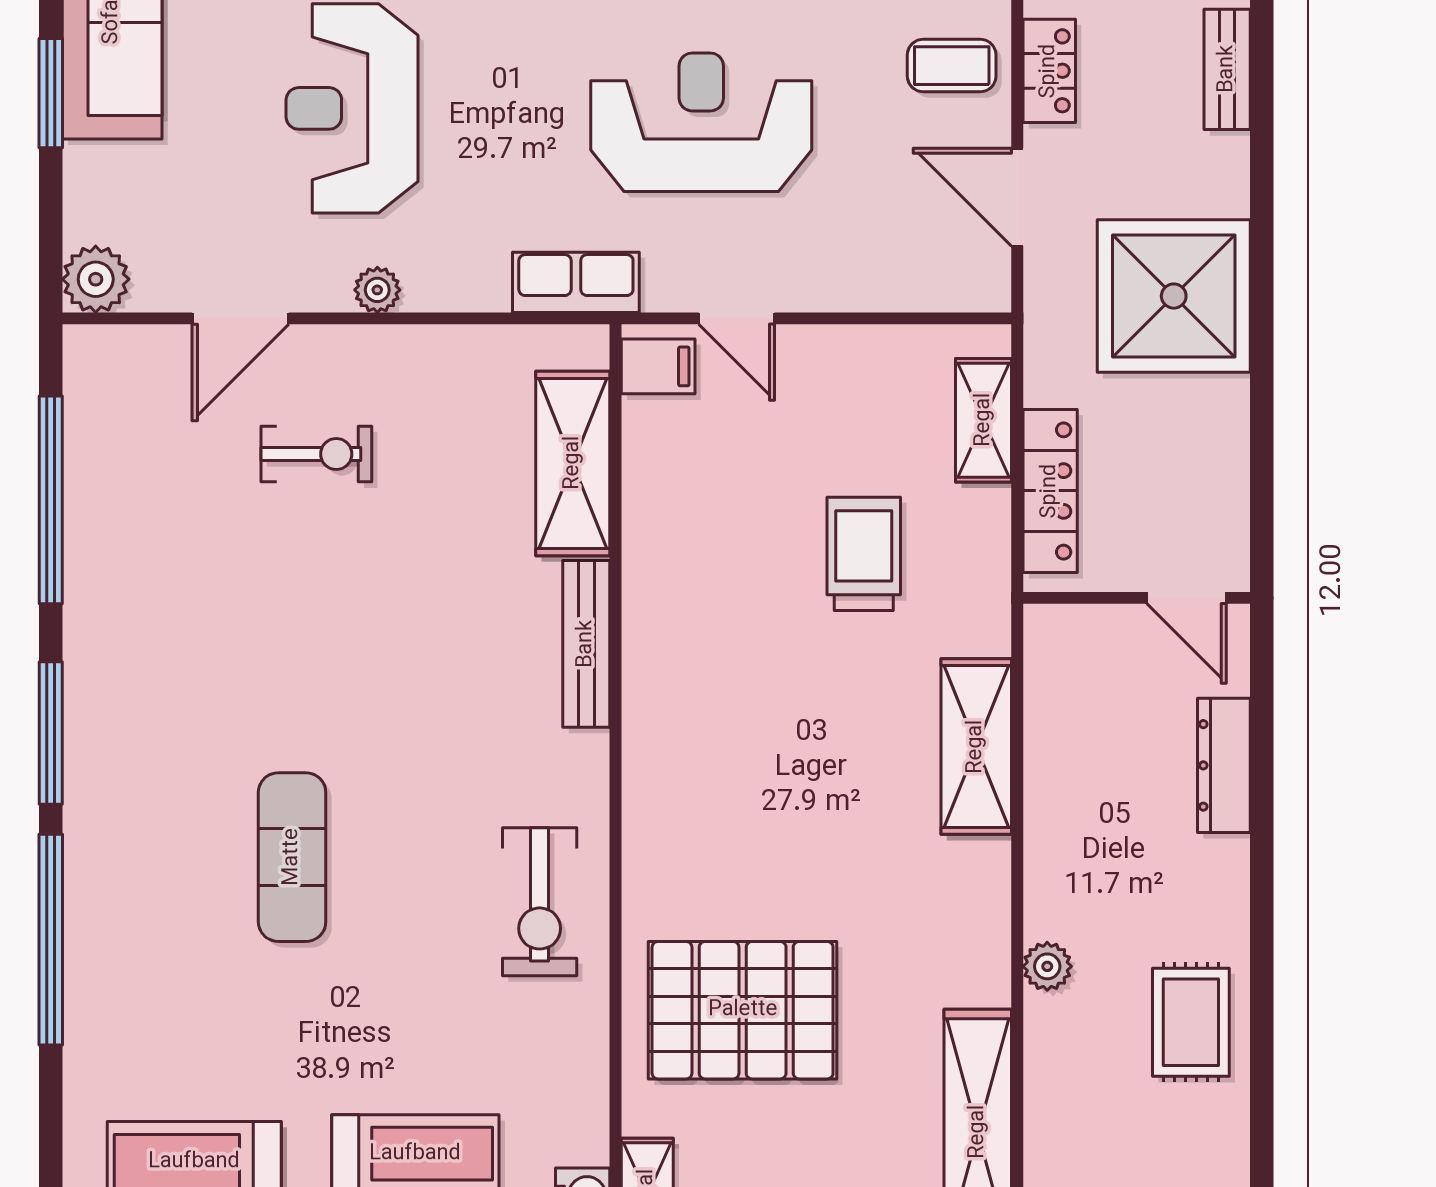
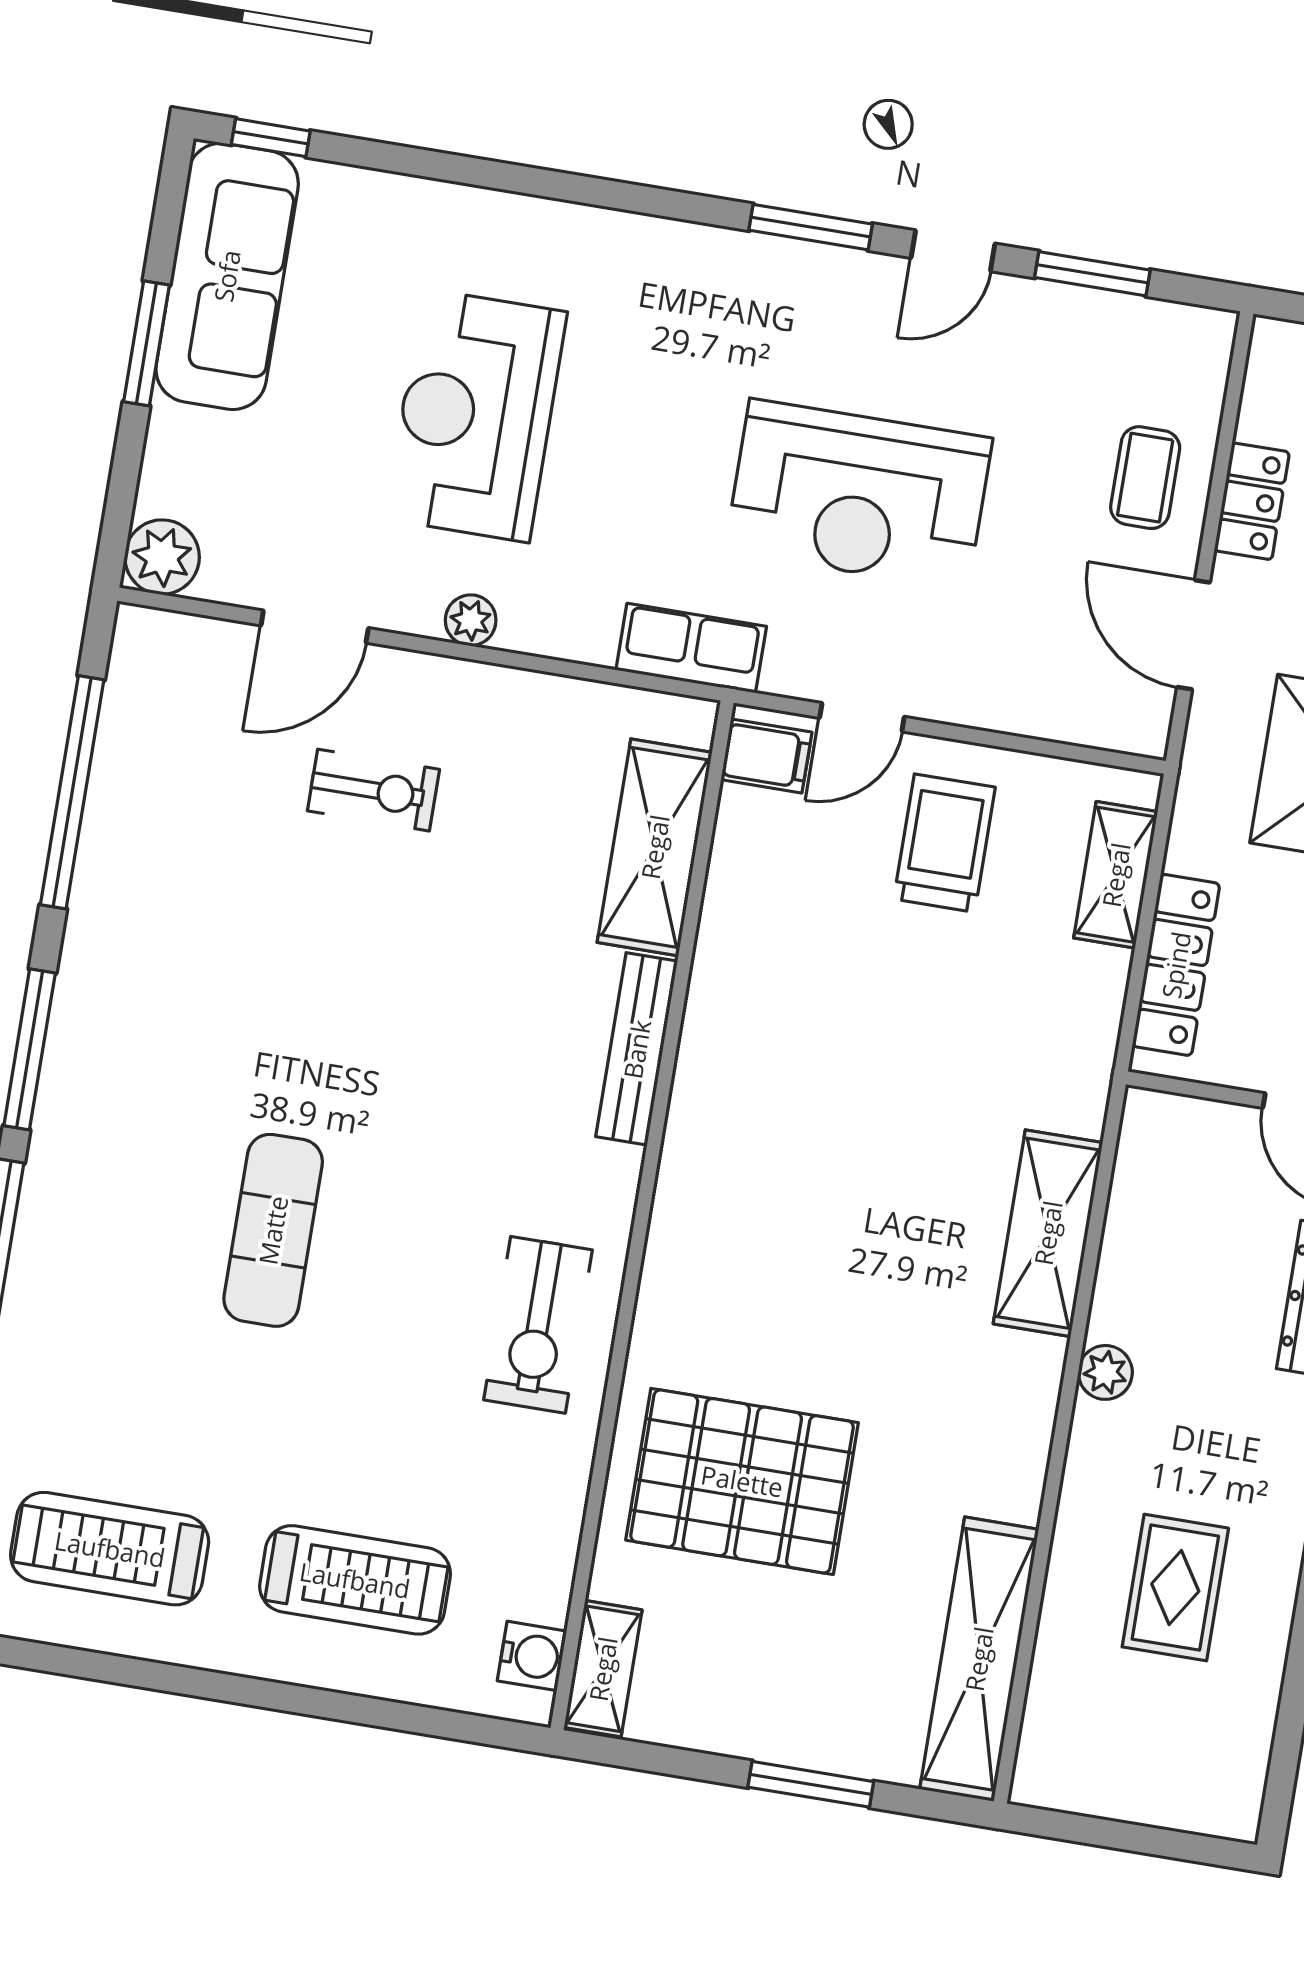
coffee table: (952, 66) -> (1145, 478), turned 90
reception desk: (701, 122) -> (859, 494), turned 180
door: (737, 318) -> (862, 717), hinge flipped
trolley: (864, 554) -> (944, 843), moved
plant: (1047, 966) -> (1105, 1372), moved
rug: (1191, 1022) -> (1175, 1588), moved

